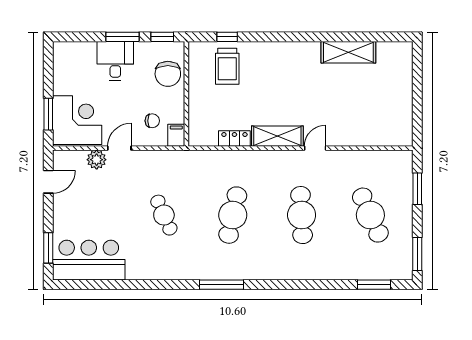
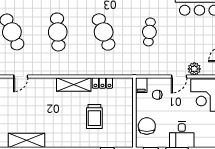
trolley: (227, 66) -> (94, 116), moved, turned 180
door: (315, 148) -> (21, 76), moved
cafe table: (164, 215) -> (149, 32), turned 30
cafe table: (233, 215) -> (104, 32), turned -33

